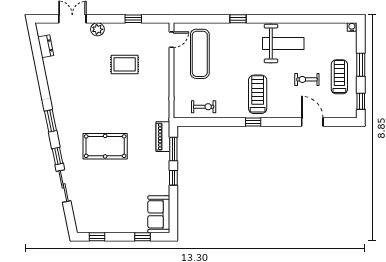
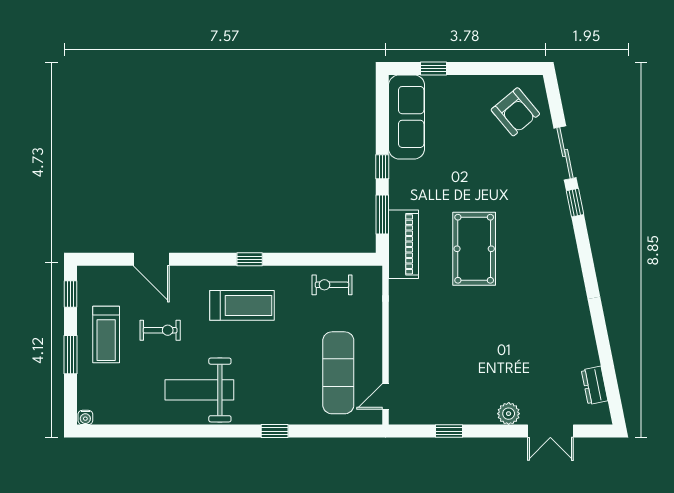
rug: (125, 64) -> (463, 355), removed
treadmill: (258, 94) -> (242, 305), turned -90
window: (51, 121) -> (587, 261), removed
piano: (163, 137) -> (404, 244), width x1.37, depth x1.33
pool table: (105, 146) -> (474, 249), moved, turned 90
armchair: (93, 211) -> (515, 112), added
sofa: (159, 214) -> (407, 117), width x1.36
window: (97, 237) -> (509, 68), removed

